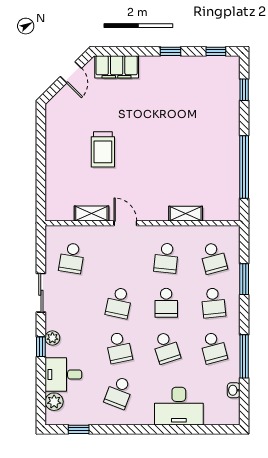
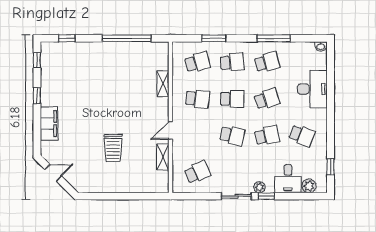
filing cabinet: (117, 67) -> (49, 123), moved
trolley: (103, 149) -> (113, 148), turned 90
school desk: (72, 258) -> (197, 172), turned -33
sliding door: (41, 293) -> (236, 196), moved
washbasin: (234, 390) -> (321, 46), moved

